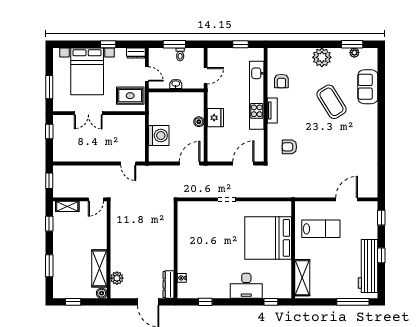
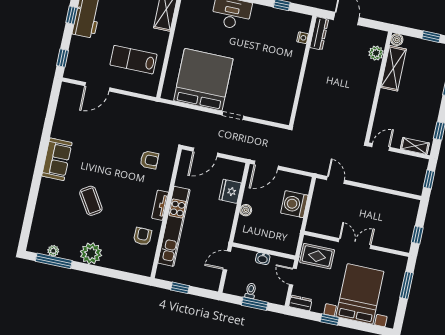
window: (352, 44) -> (54, 261), width x1.44
sofa: (368, 87) -> (57, 159), moved
coffee table: (332, 102) -> (91, 201), width x0.73, depth x0.76
double door: (88, 113) -> (355, 243), moved
fridge: (215, 118) -> (230, 191), moved
bed: (268, 238) -> (203, 80), moved, turned -90

